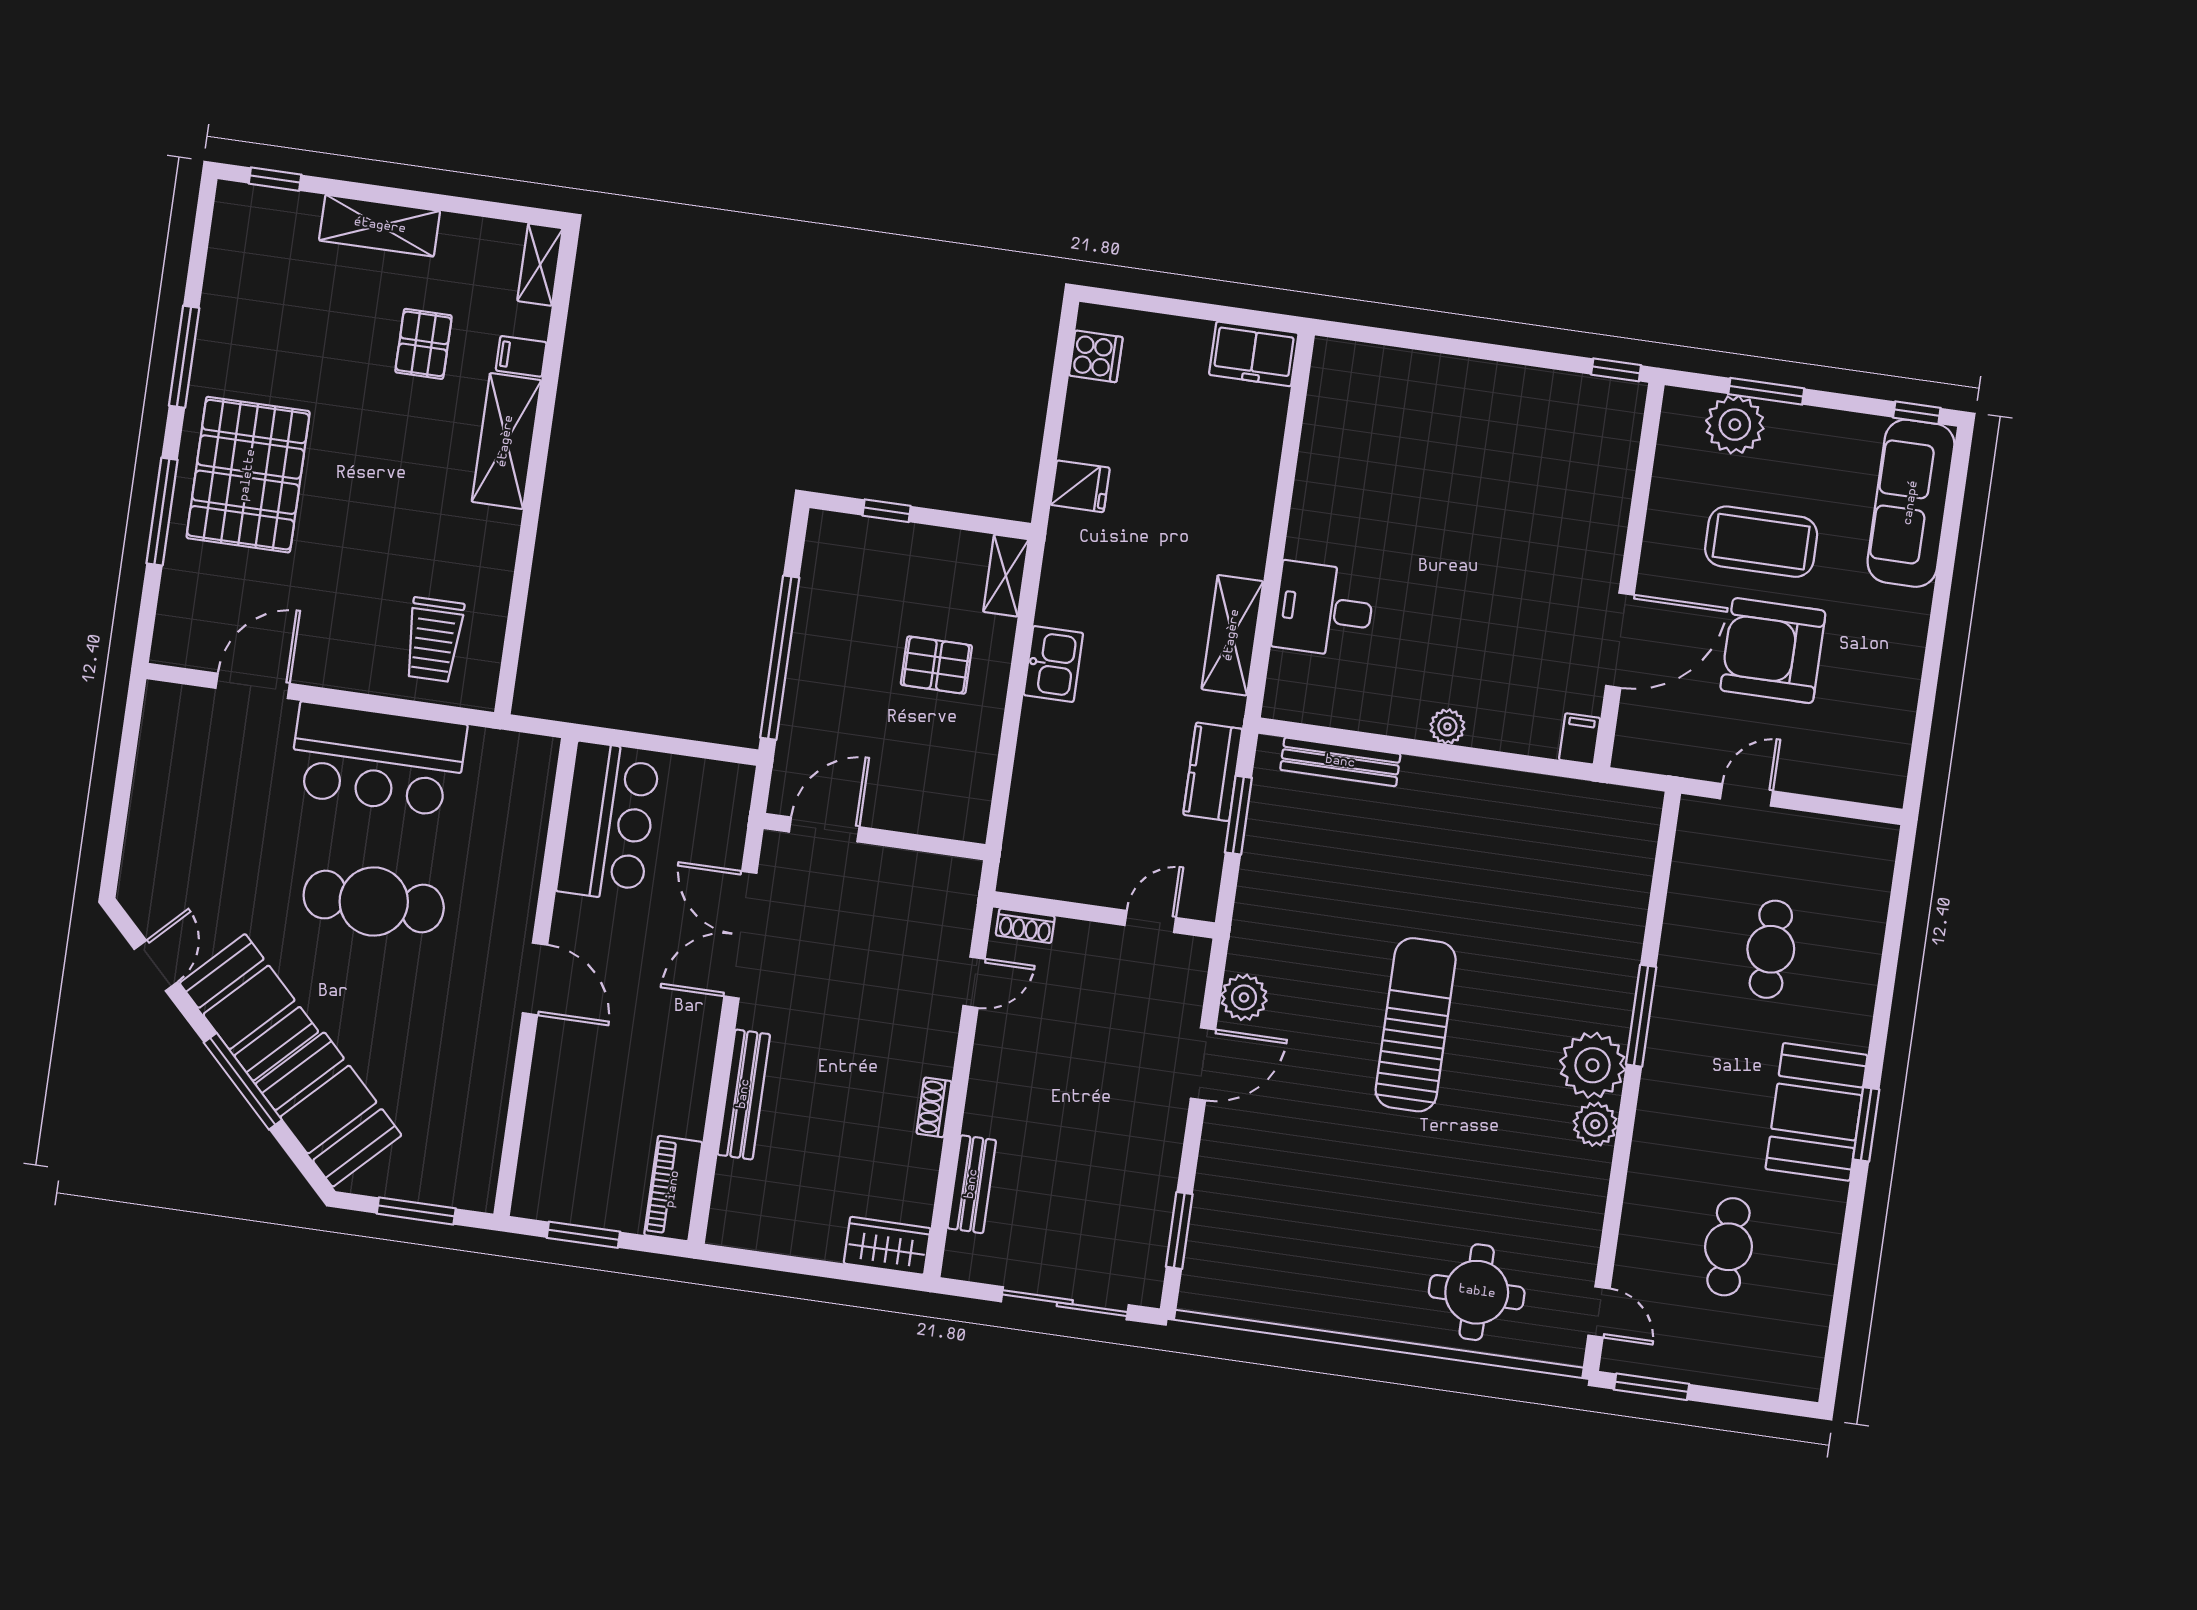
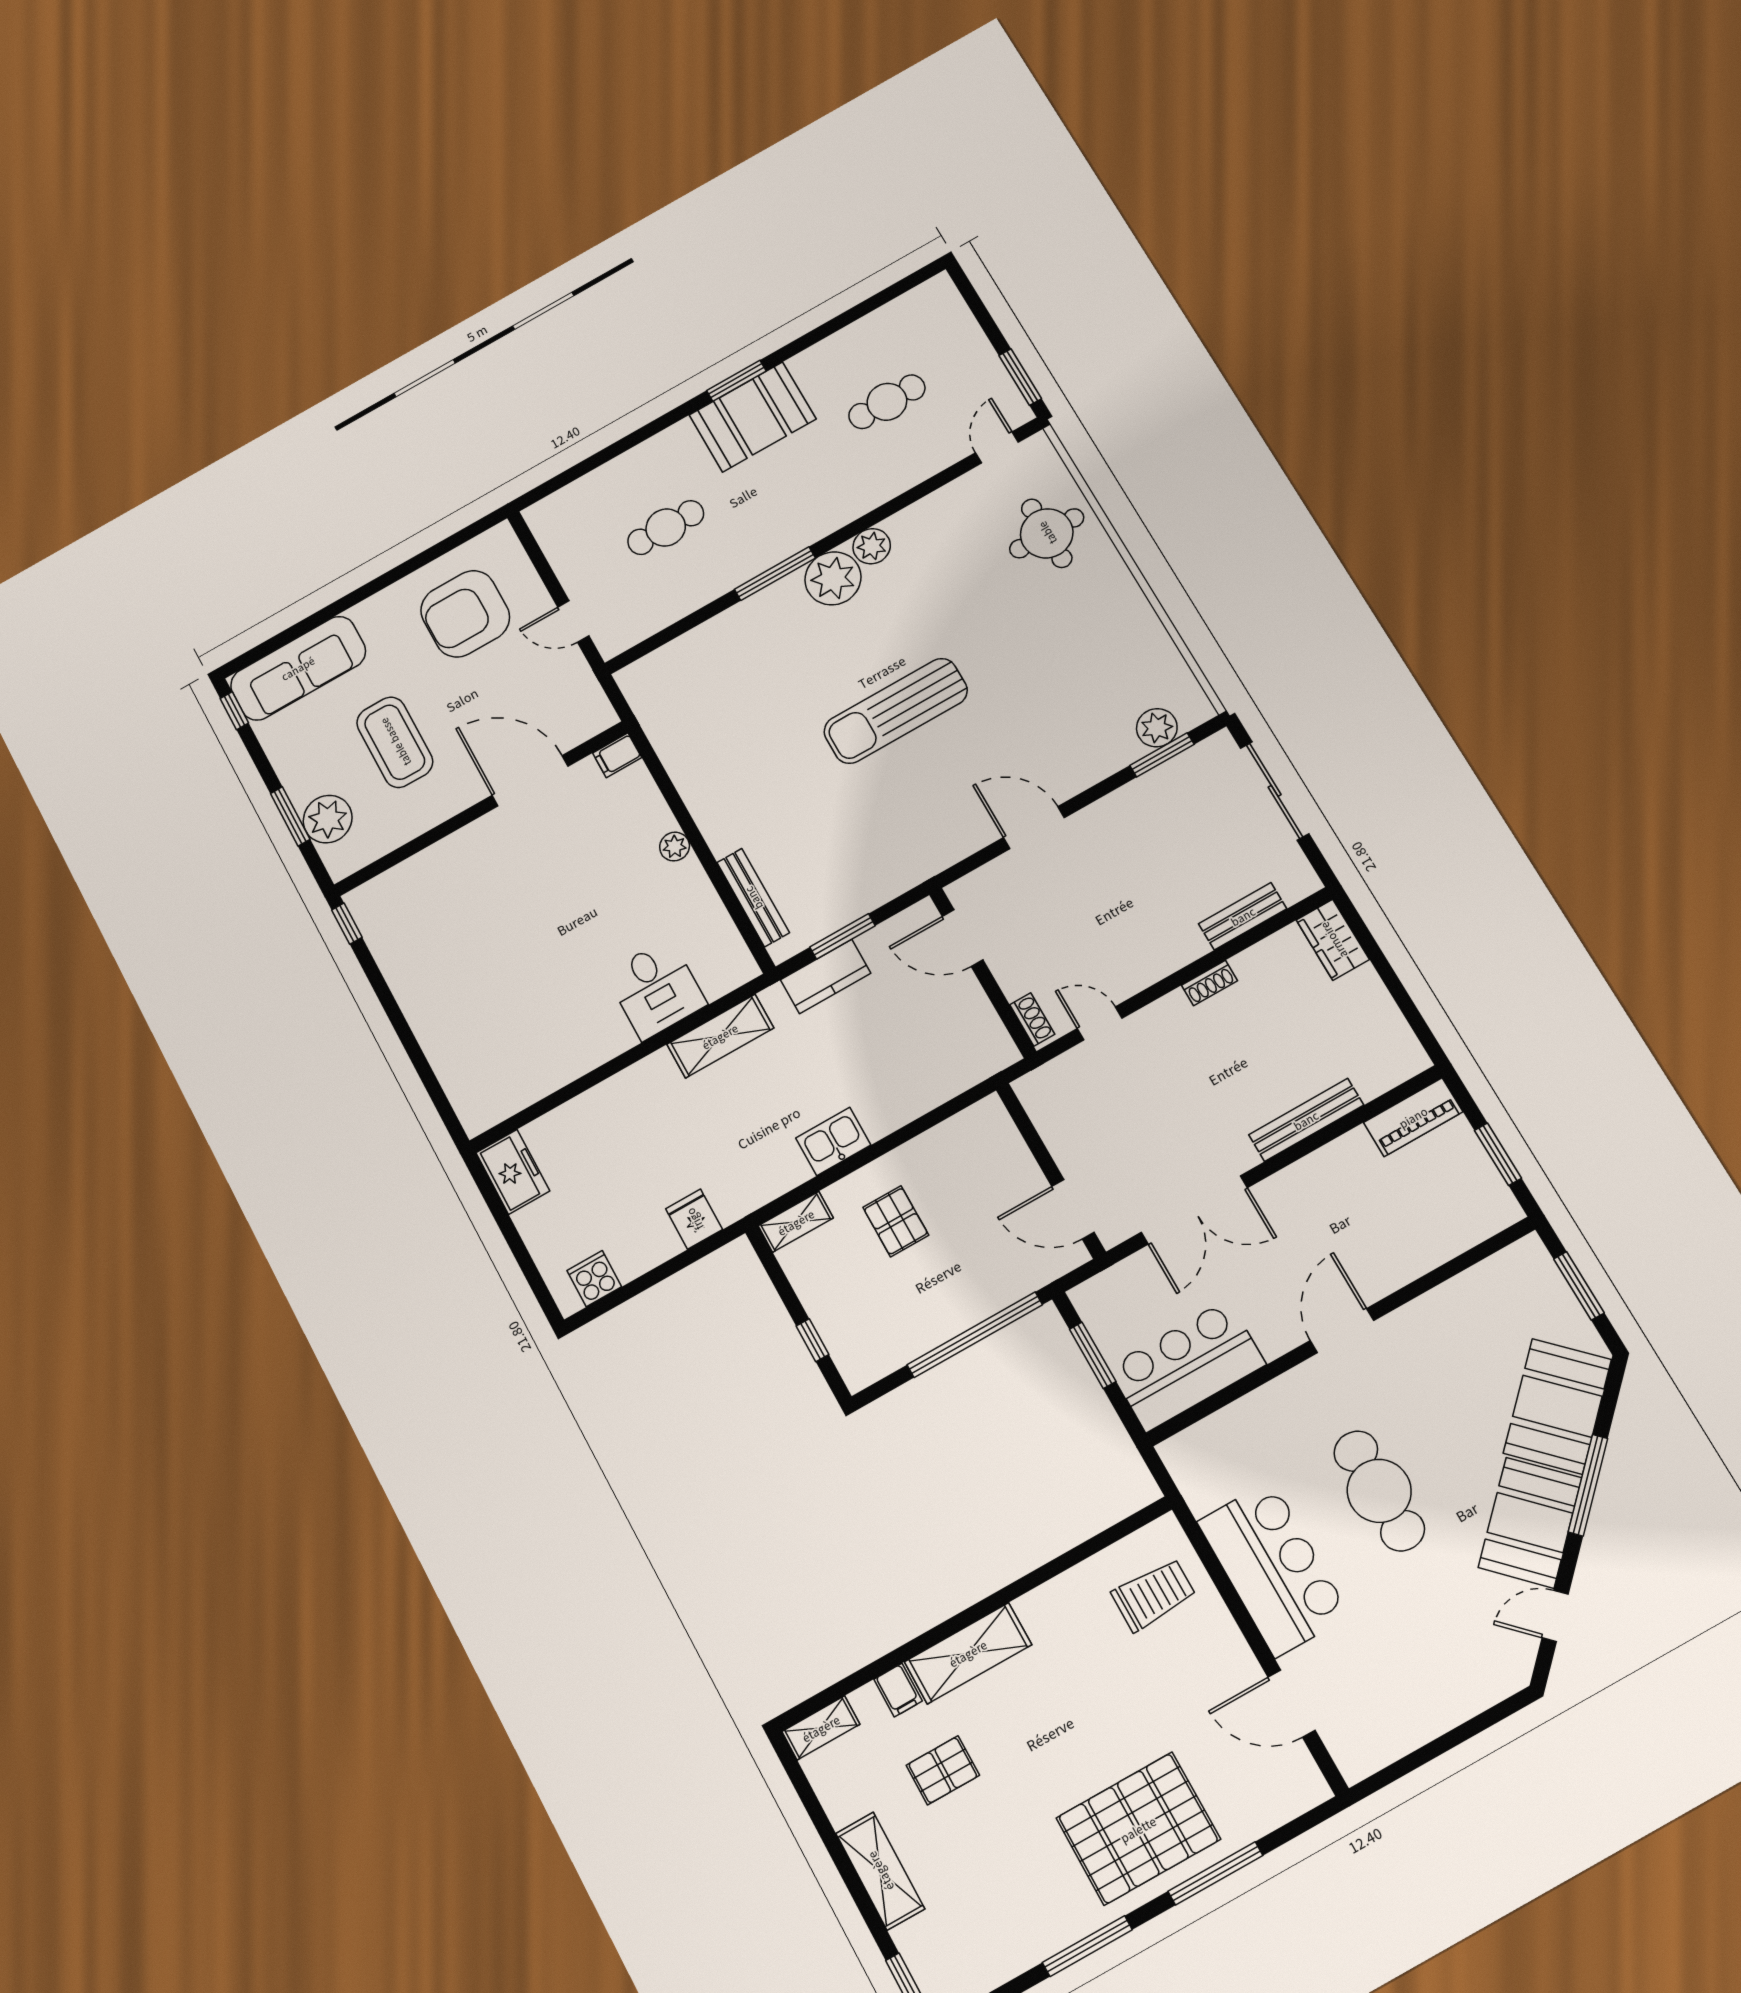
armchair: (1773, 651) -> (465, 614), moved, turned 90
window: (681, 747) -> (1093, 1355), added
door: (1150, 921) -> (963, 938), width x1.38
plant: (1244, 997) -> (1157, 728), moved

